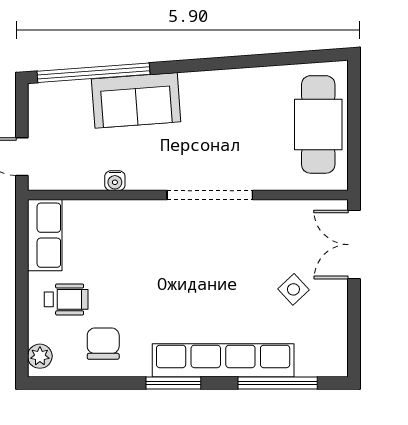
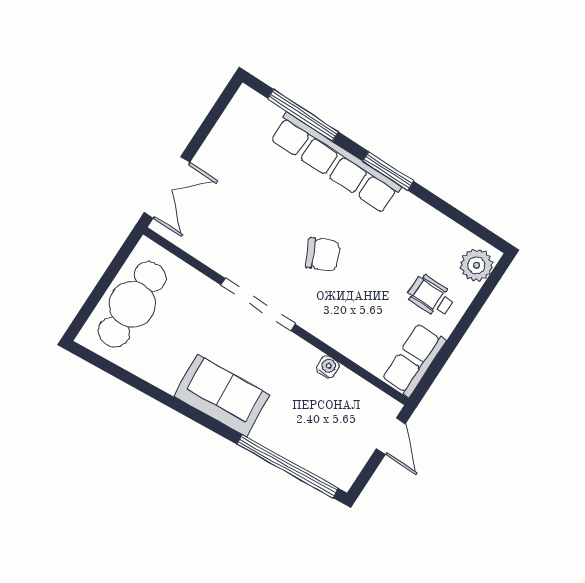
sofa: (136, 100) -> (222, 396), moved
side table: (293, 289) -> (240, 183), removed
chair: (103, 344) -> (323, 254), moved, turned -115
plant: (40, 356) -> (476, 265), width x1.38, depth x1.38

